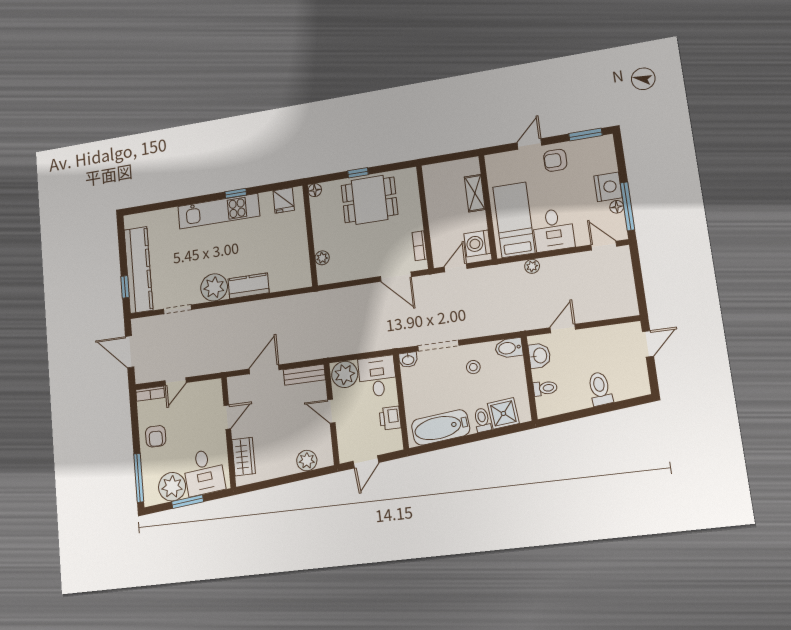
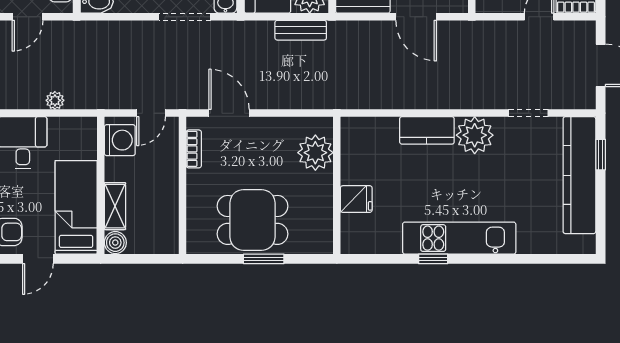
boiler: (471, 166) -> (115, 243), added
window: (358, 173) -> (264, 259), width x1.50
floor lamp: (315, 190) -> (324, 245), removed
fridge: (284, 200) -> (356, 199), moved, turned 90
bed: (514, 220) -> (76, 207), moved, turned 180
plant: (322, 258) -> (315, 153), width x1.88, depth x1.88
bench: (349, 347) -> (301, 30), added
door: (264, 369) -> (416, 17), hinge flipped

